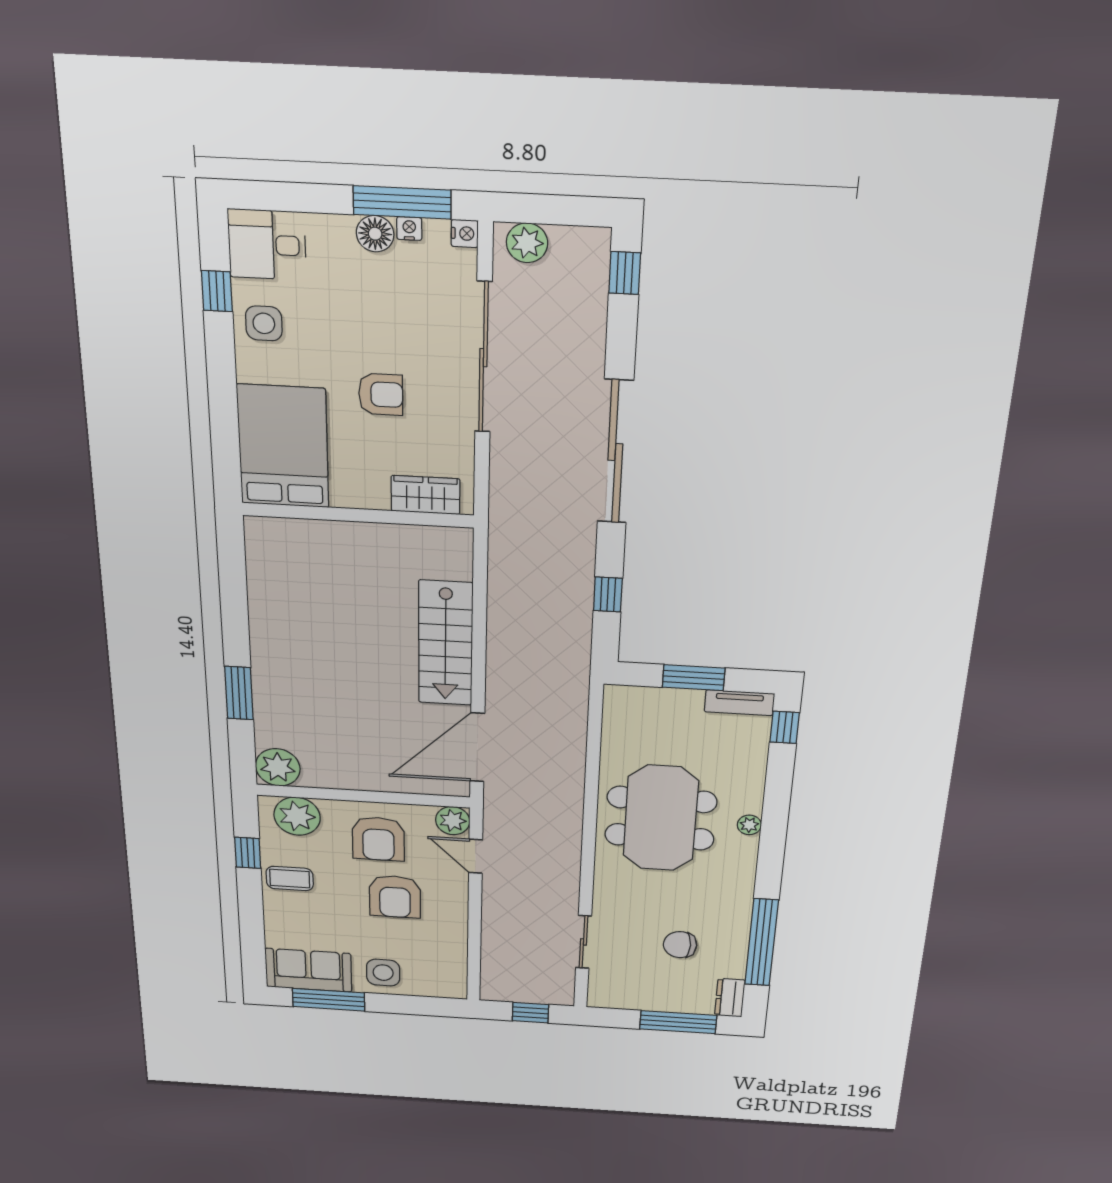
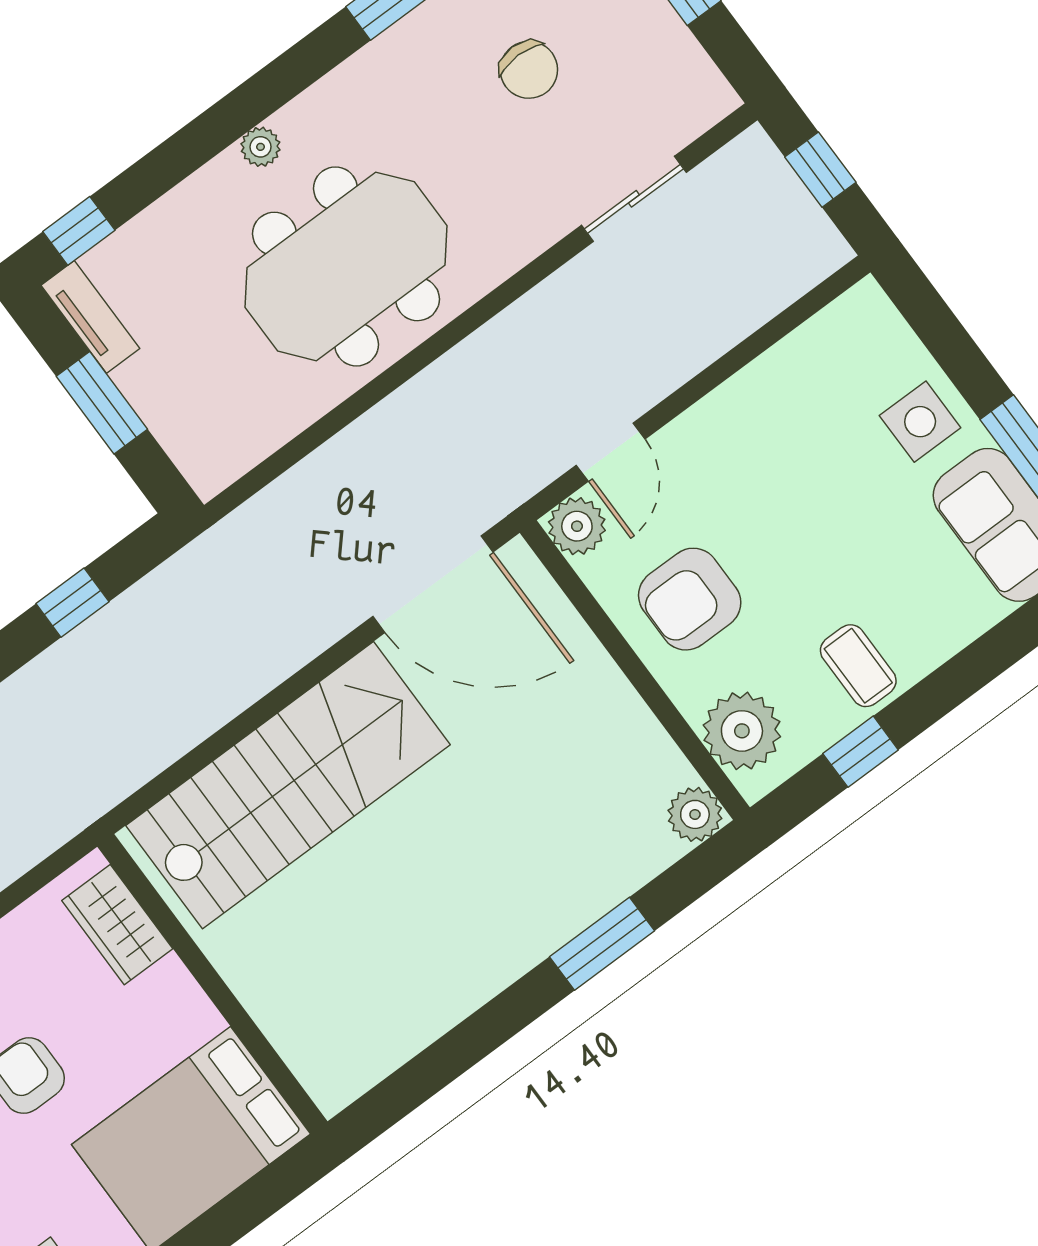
stairs: (445, 643) -> (288, 785), width x1.36, depth x1.51
plant: (278, 767) -> (695, 814), width x0.73, depth x0.73
armchair: (378, 839) -> (690, 599), turned 180
armchair: (395, 897) -> (770, 505), removed

